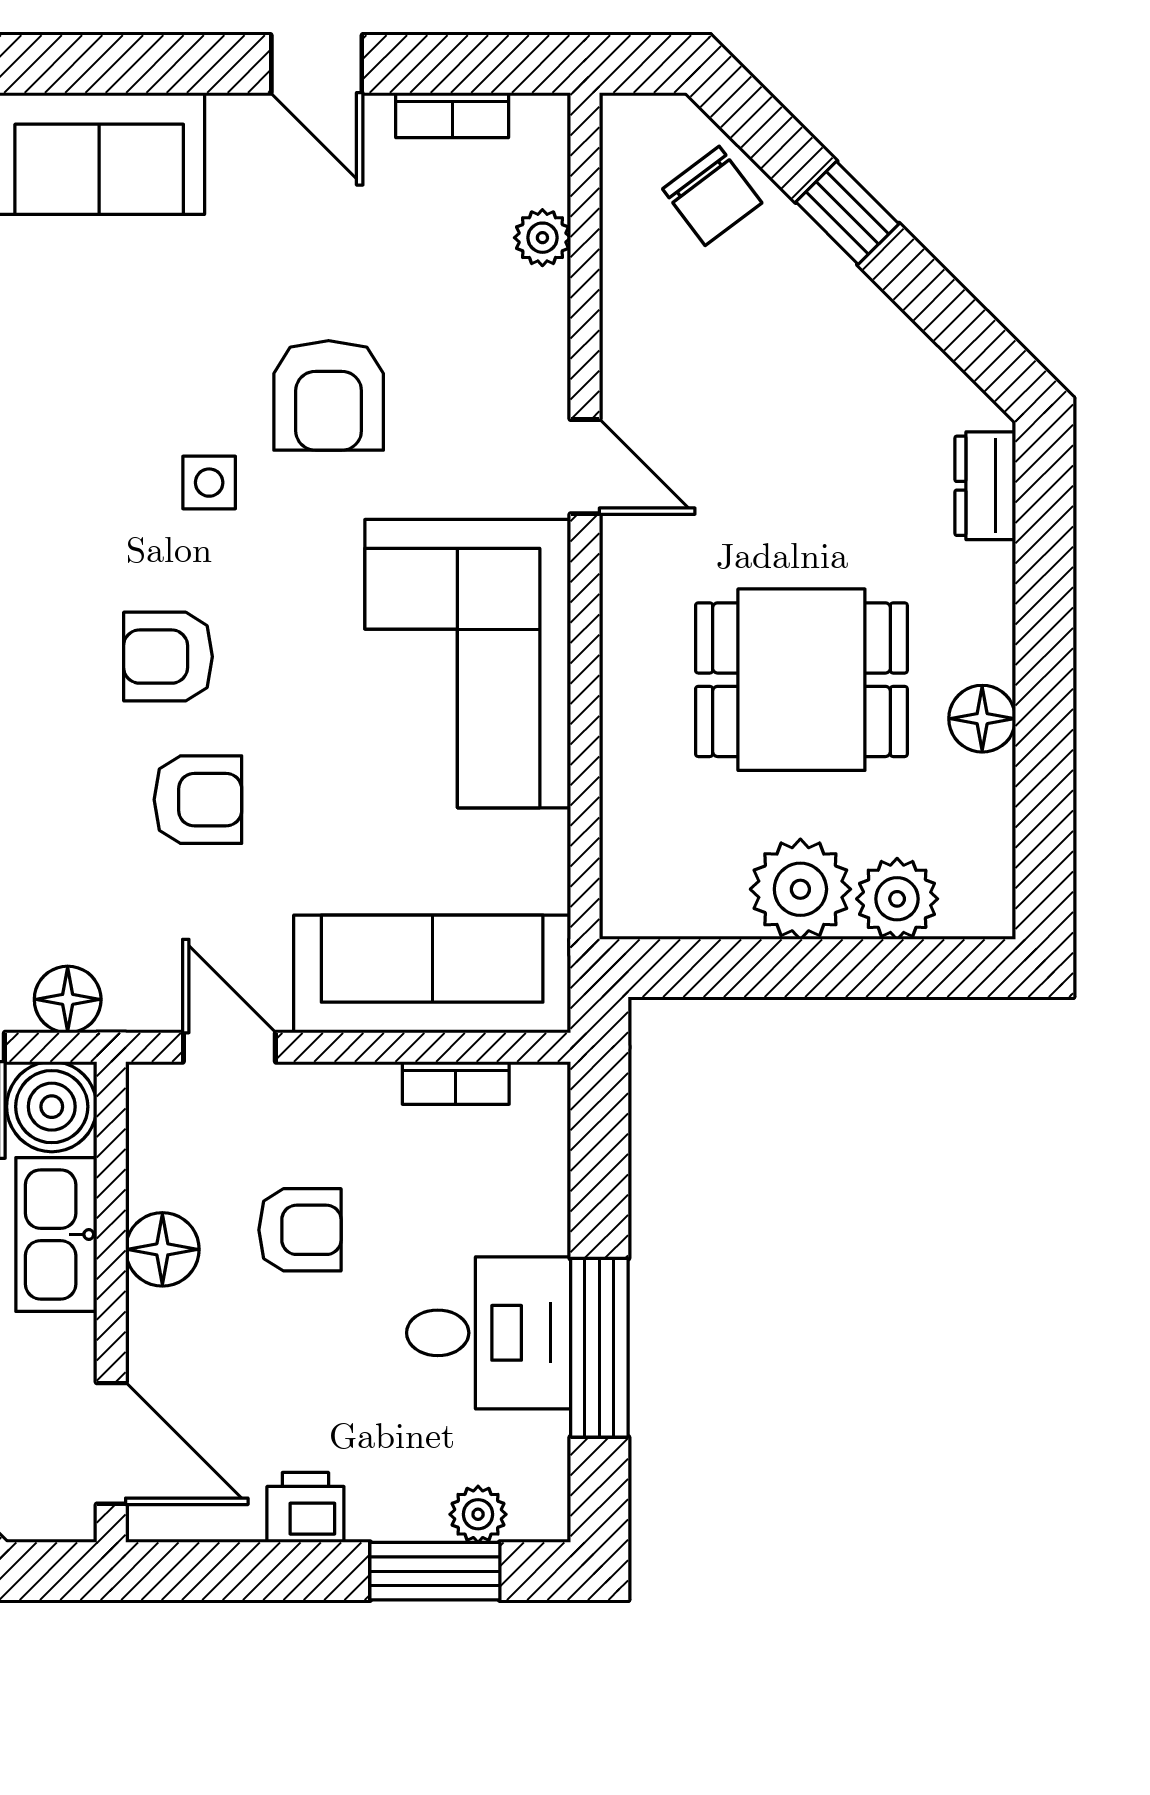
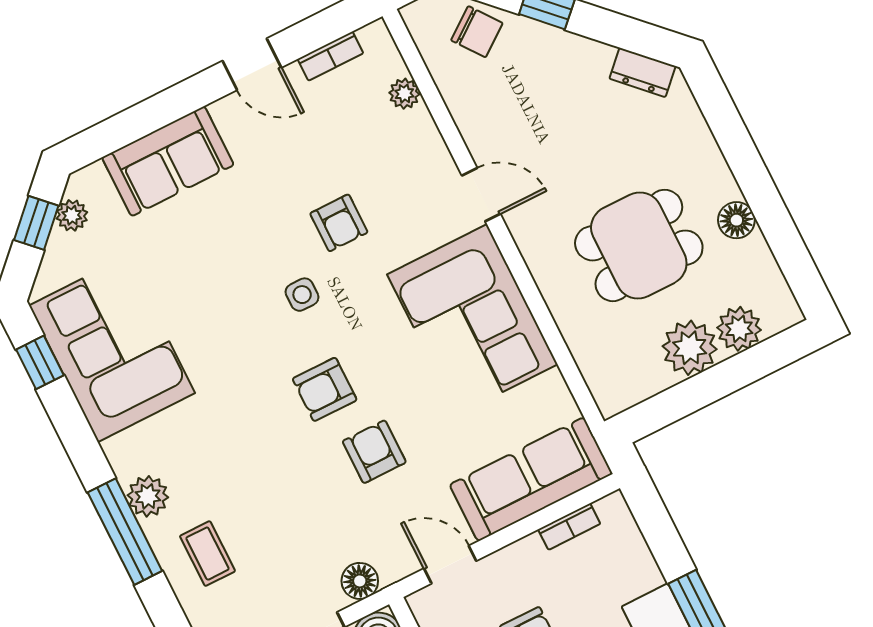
armchair: (329, 395) -> (339, 223), width x0.72, depth x0.72
dresser: (985, 486) -> (643, 72), moved, turned -45
armchair: (198, 800) -> (374, 452), turned -90

